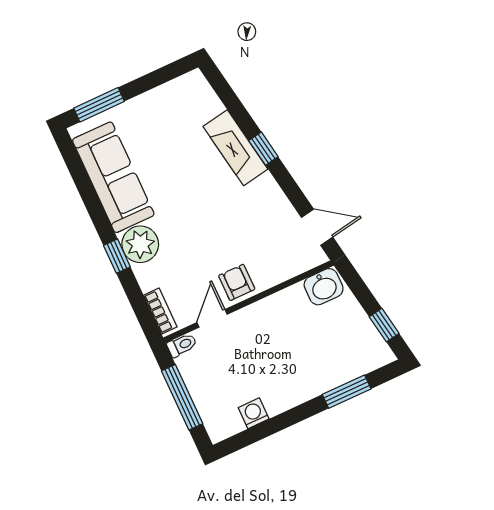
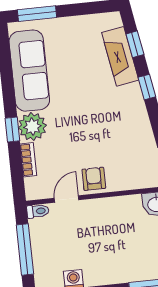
window: (231, 101) -> (135, 44), added
fireplace: (235, 148) -> (120, 56), moved
bookcase: (160, 311) -> (28, 160), moved

